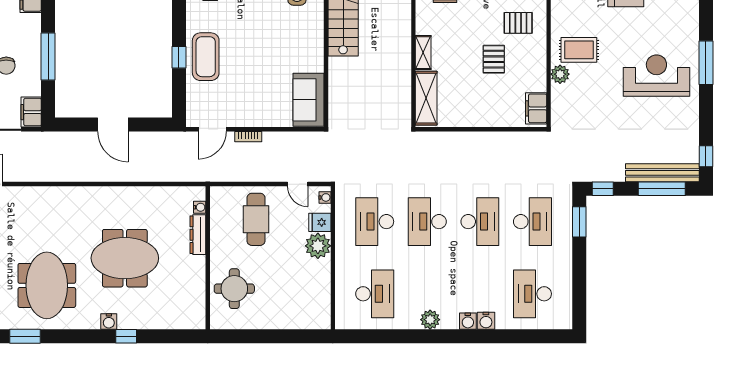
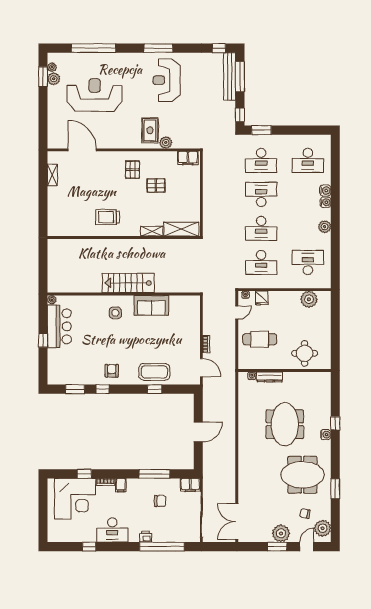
sofa: (308, 100) -> (151, 305), moved
desk: (532, 222) -> (261, 160), turned 180
plant: (318, 246) -> (309, 299), moved

